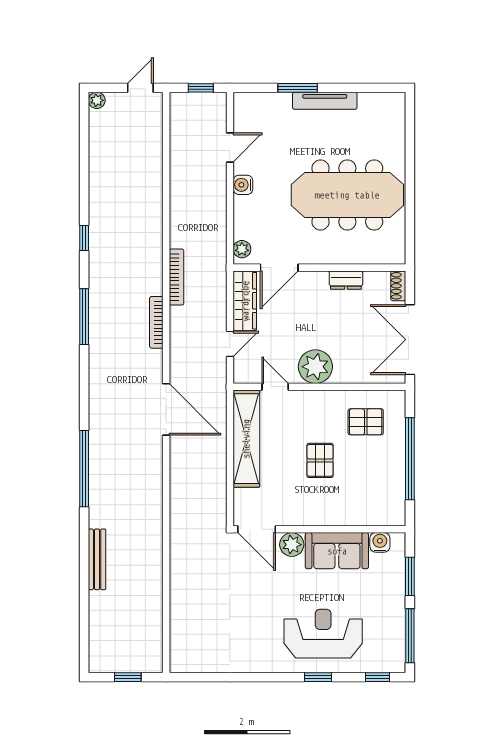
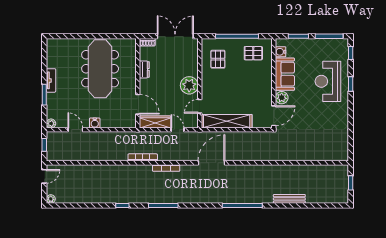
door: (140, 88) -> (44, 176), swing flipped
tv unit: (325, 101) -> (51, 80), width x0.71
plant: (242, 249) -> (51, 123), moved
double door: (410, 340) -> (175, 36), swing flipped
pallet: (320, 460) -> (253, 53), moved

